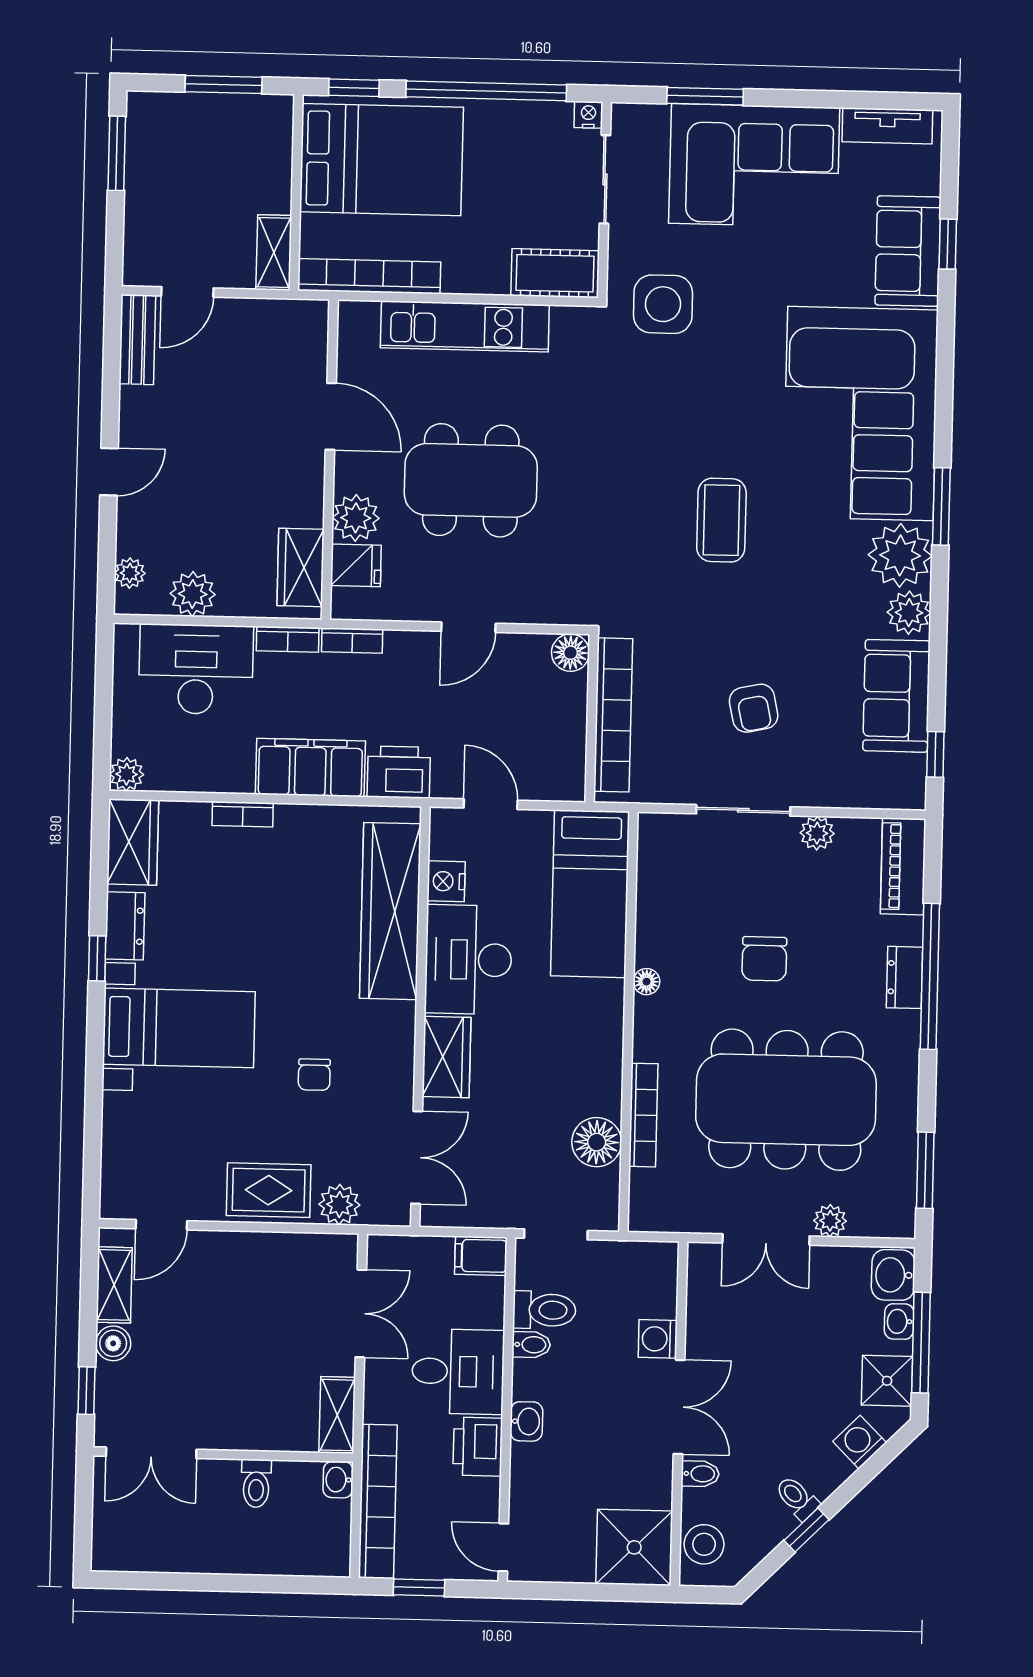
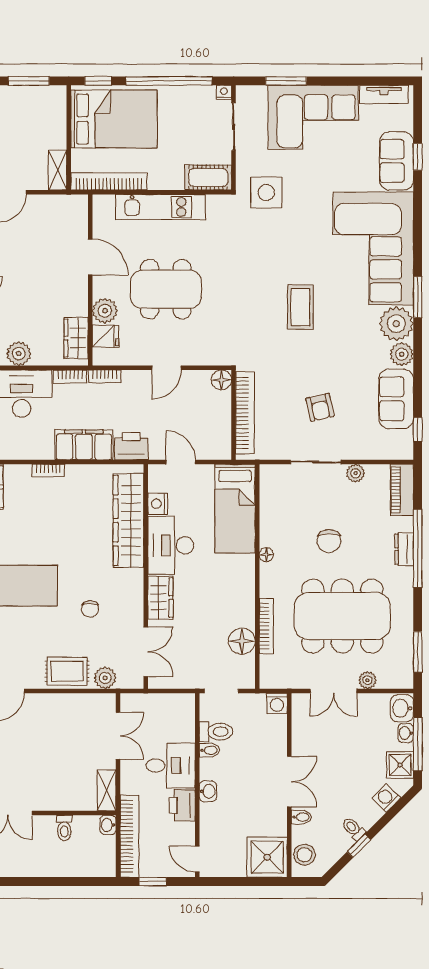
filing cabinet: (481, 1256) -> (181, 703), removed
washing machine: (658, 1339) -> (277, 703), moved, turned -90

